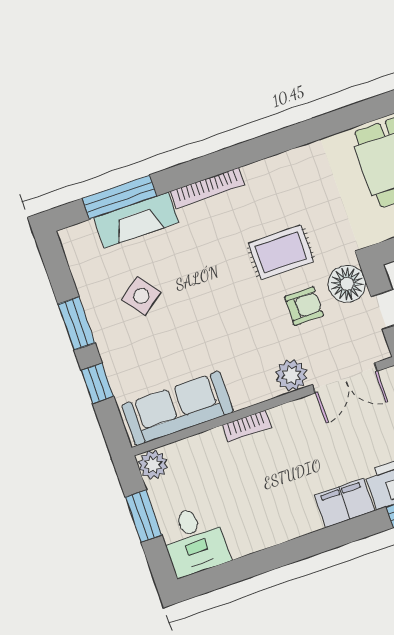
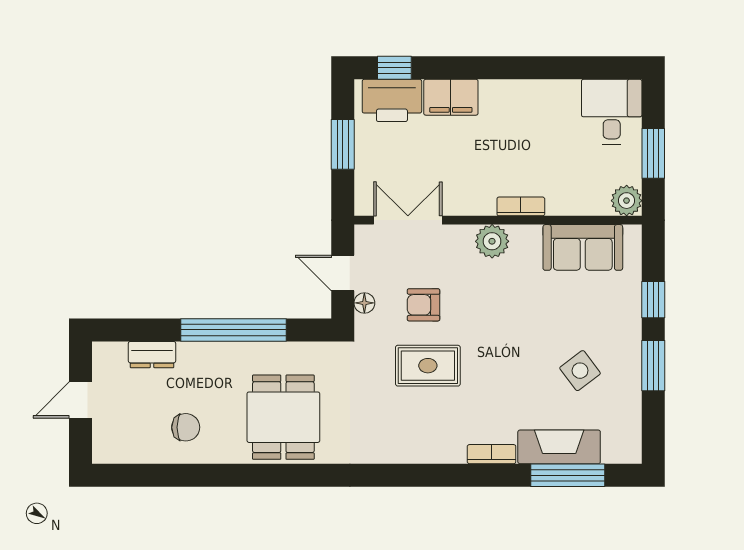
bookcase: (207, 188) -> (492, 454), width x0.64
floor lamp: (347, 284) -> (364, 303), width x0.53, depth x0.53
plant: (291, 375) -> (492, 241), moved
sofa: (178, 408) -> (583, 247), width x0.73

